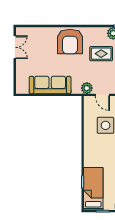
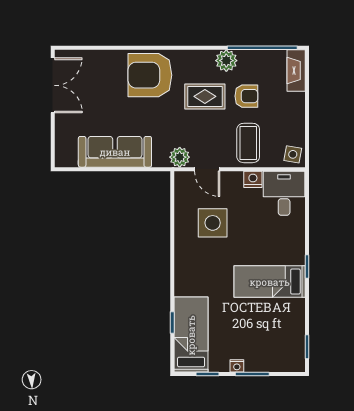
armchair: (70, 42) -> (150, 75), turned 90
double door: (15, 47) -> (53, 85), width x1.37

